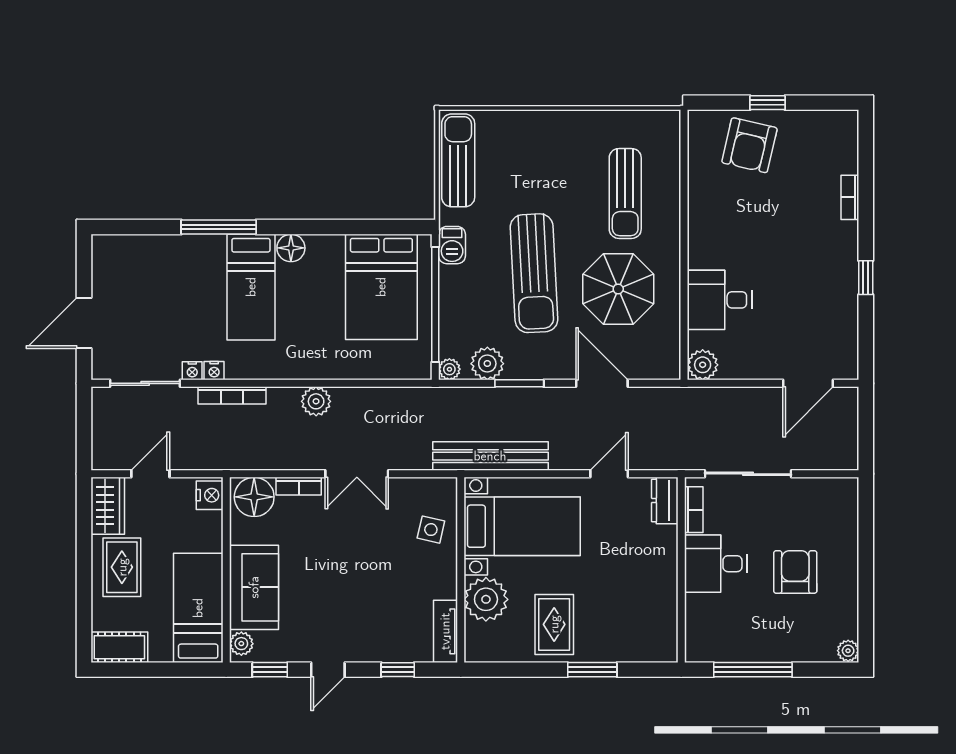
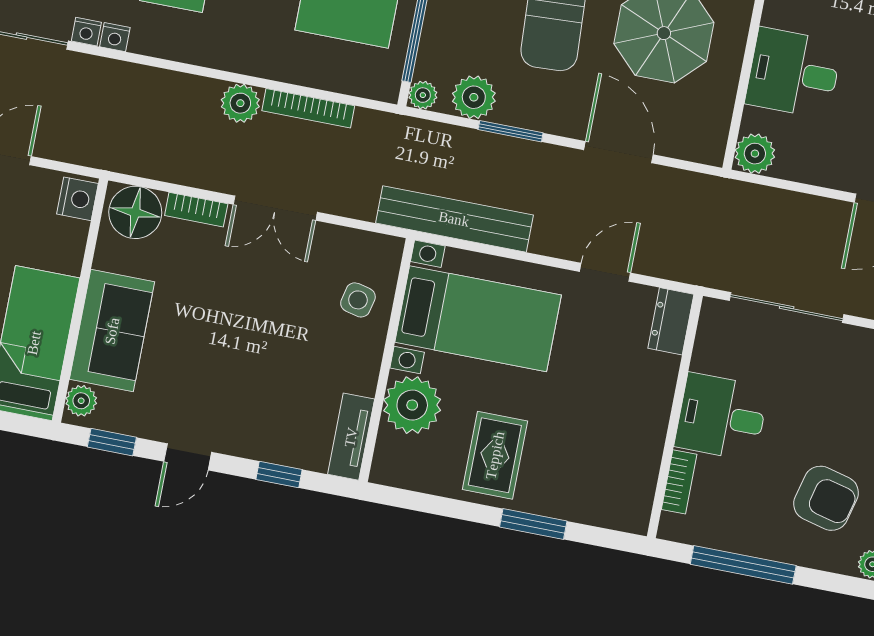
bookcase: (232, 395) -> (308, 108), moved
bookcase: (694, 510) -> (679, 482), moved
armchair: (795, 572) -> (826, 498), moved, turned 104

